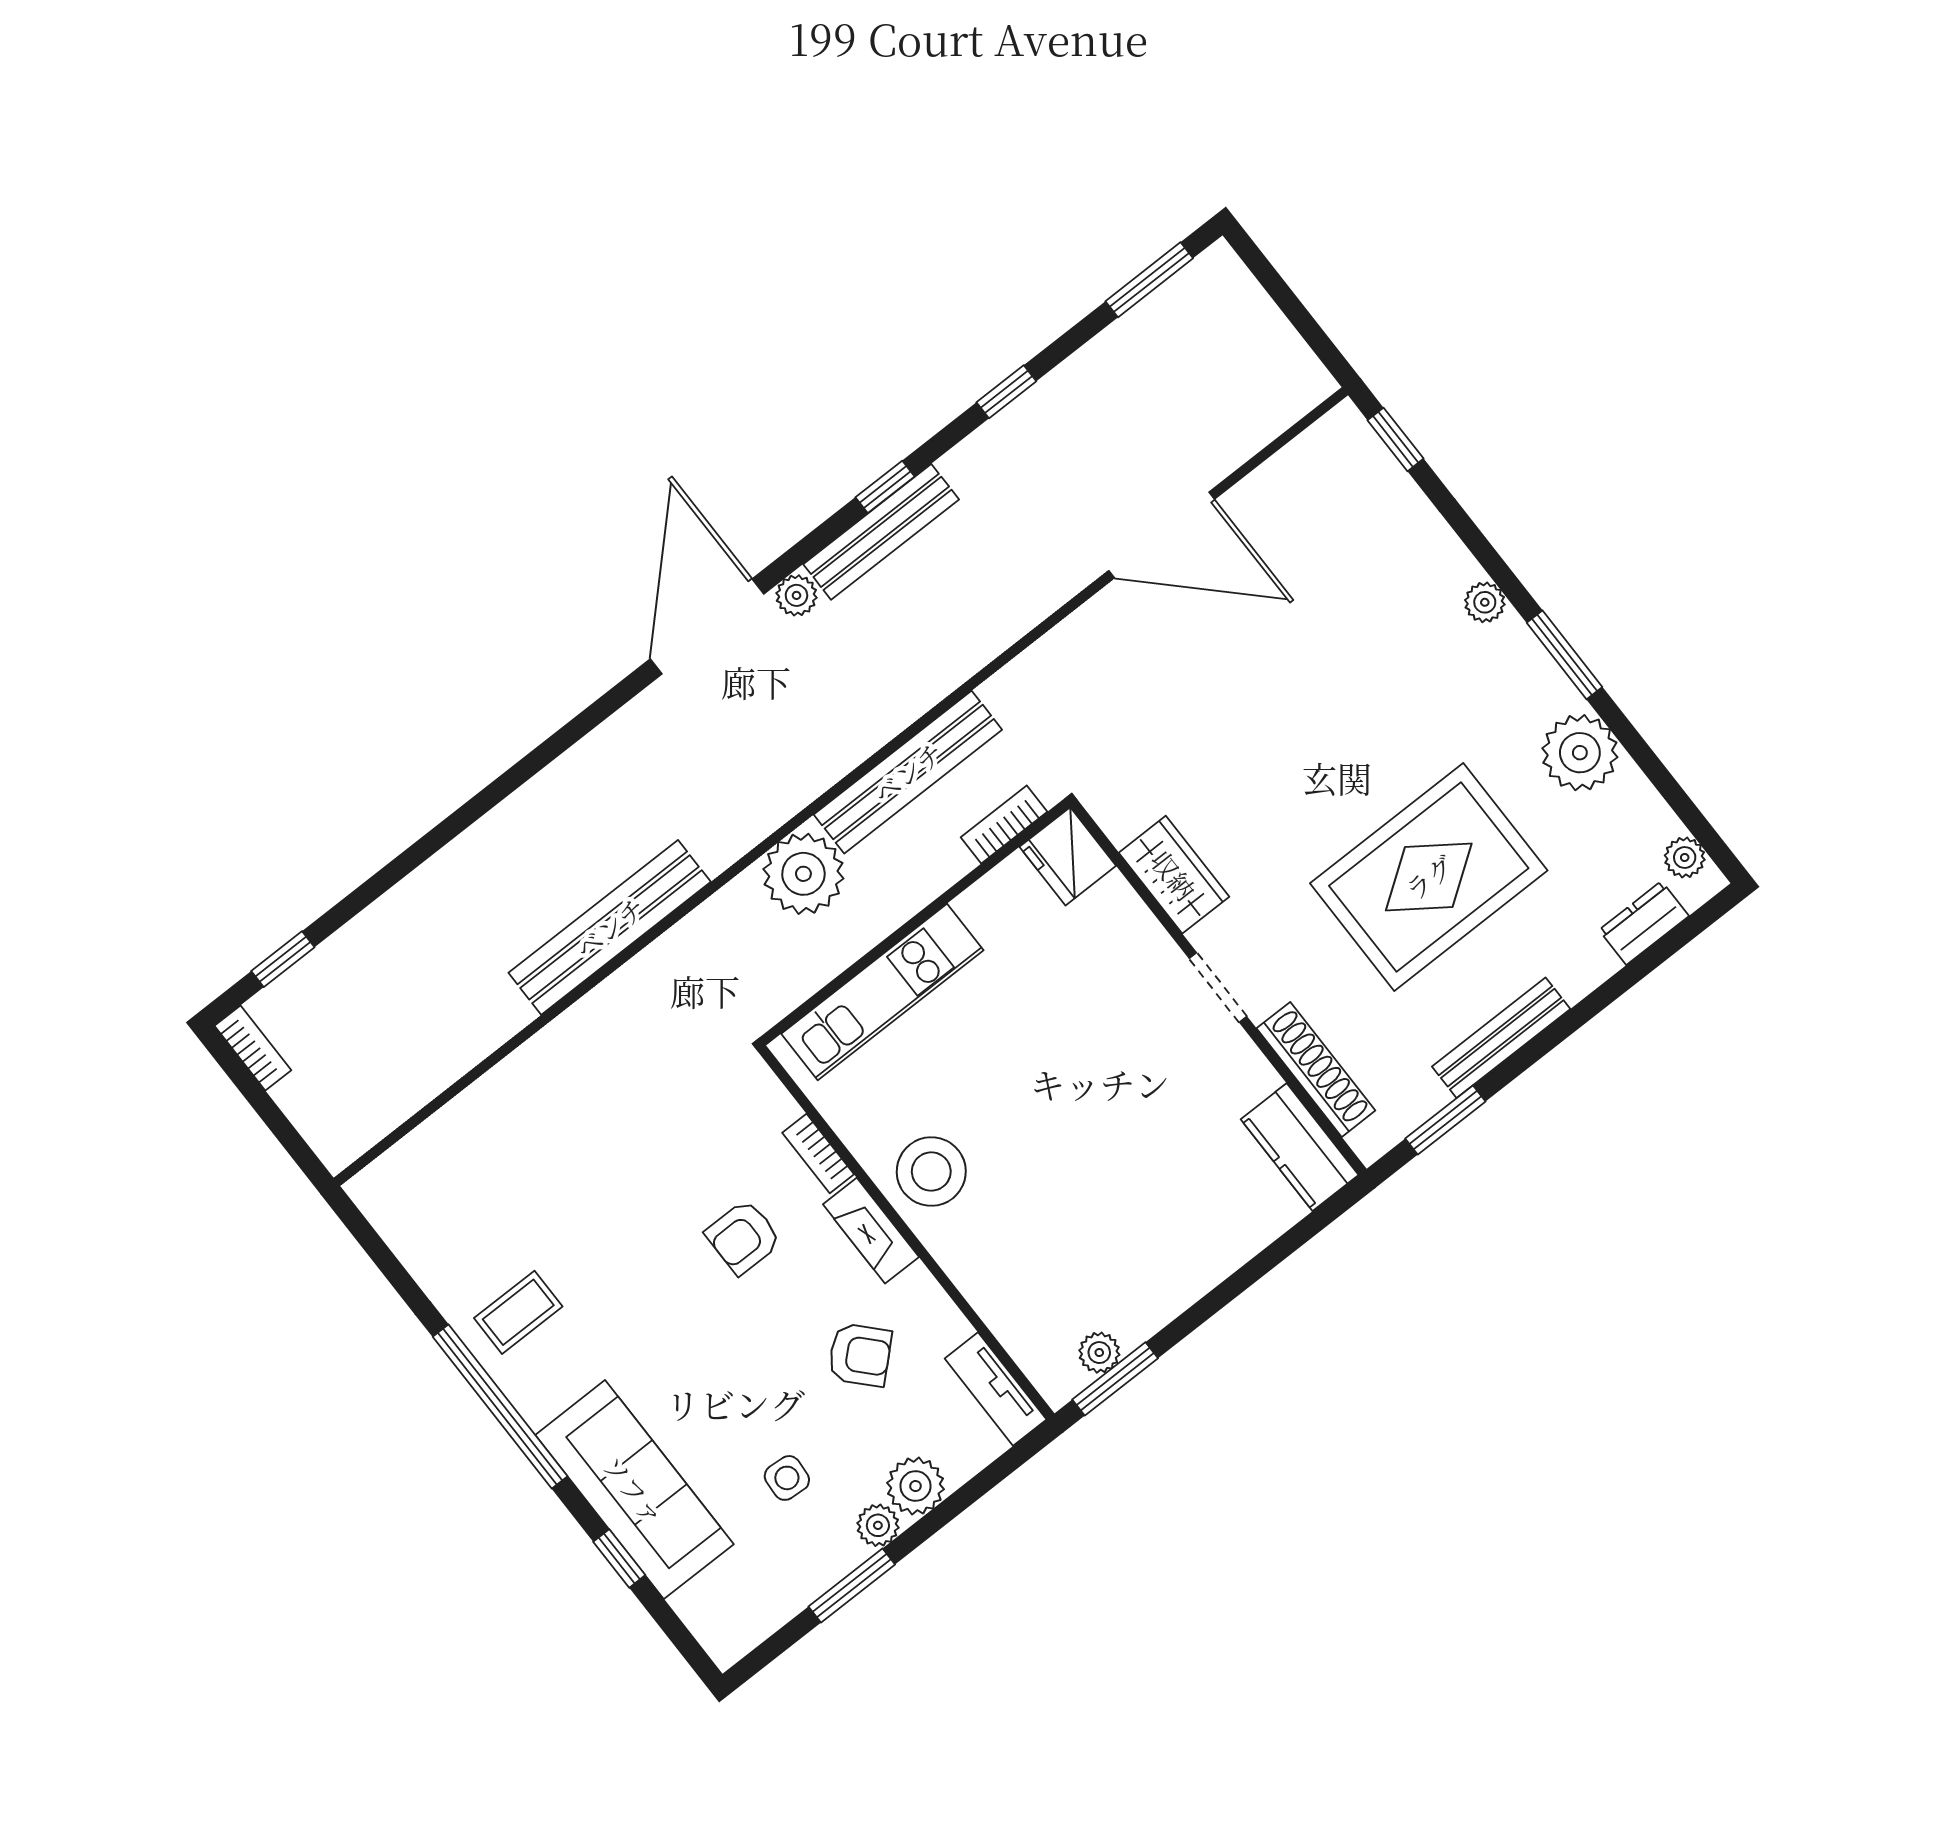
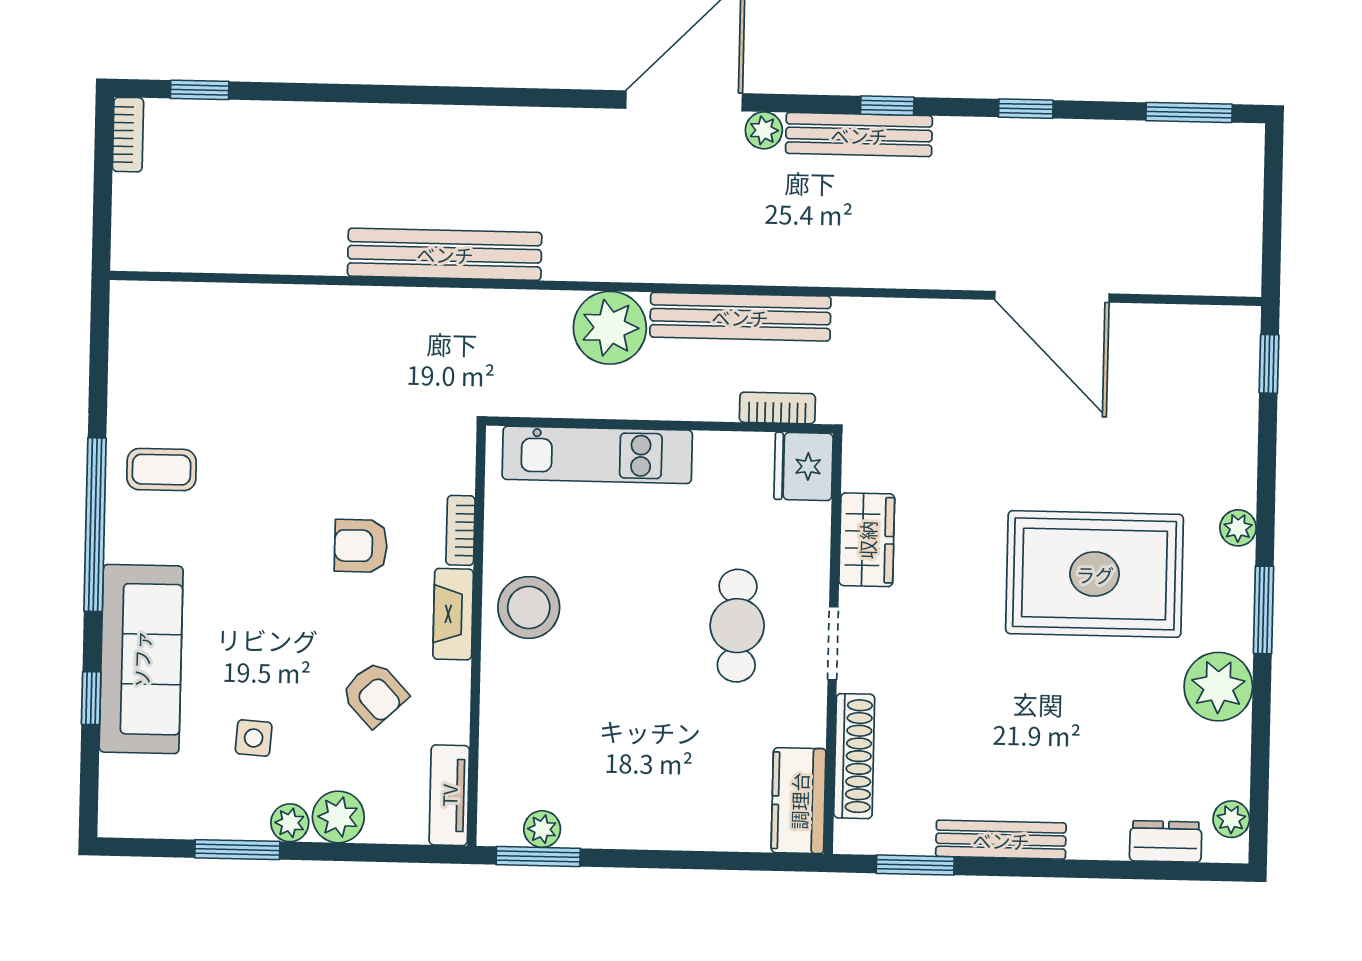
rug: (1429, 877) -> (1095, 574), moved
cafe table: (1123, 1040) -> (737, 626), added

